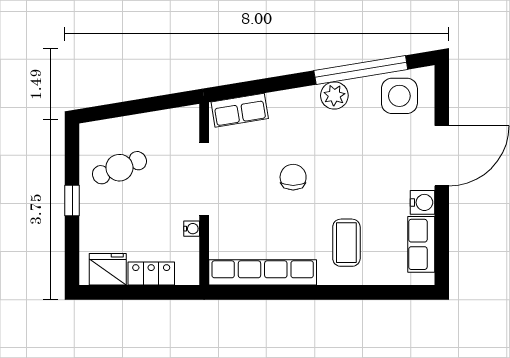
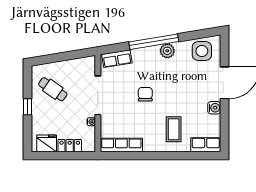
window: (361, 70) -> (154, 42), moved
cafe table: (119, 168) -> (53, 89), turned 56
row of seats: (421, 244) -> (206, 145), moved, turned 90
row of seats: (263, 272) -> (121, 145), width x0.73

